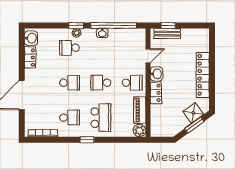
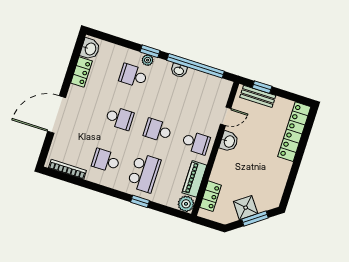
locker: (203, 75) -> (294, 132), moved
locker: (156, 93) -> (211, 196), moved
shower: (193, 113) -> (246, 208), moved
school desk: (70, 118) -> (106, 161), turned 180
window: (87, 140) -> (140, 201), moved

